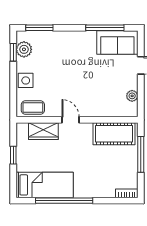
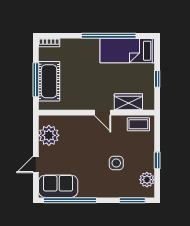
window: (105, 28) -> (70, 200), width x1.46
window: (13, 52) -> (157, 160), moved
side table: (26, 80) -> (116, 163), moved
plant: (132, 96) -> (49, 135), width x1.87, depth x1.87
cot: (114, 134) -> (49, 81), moved, turned 90

